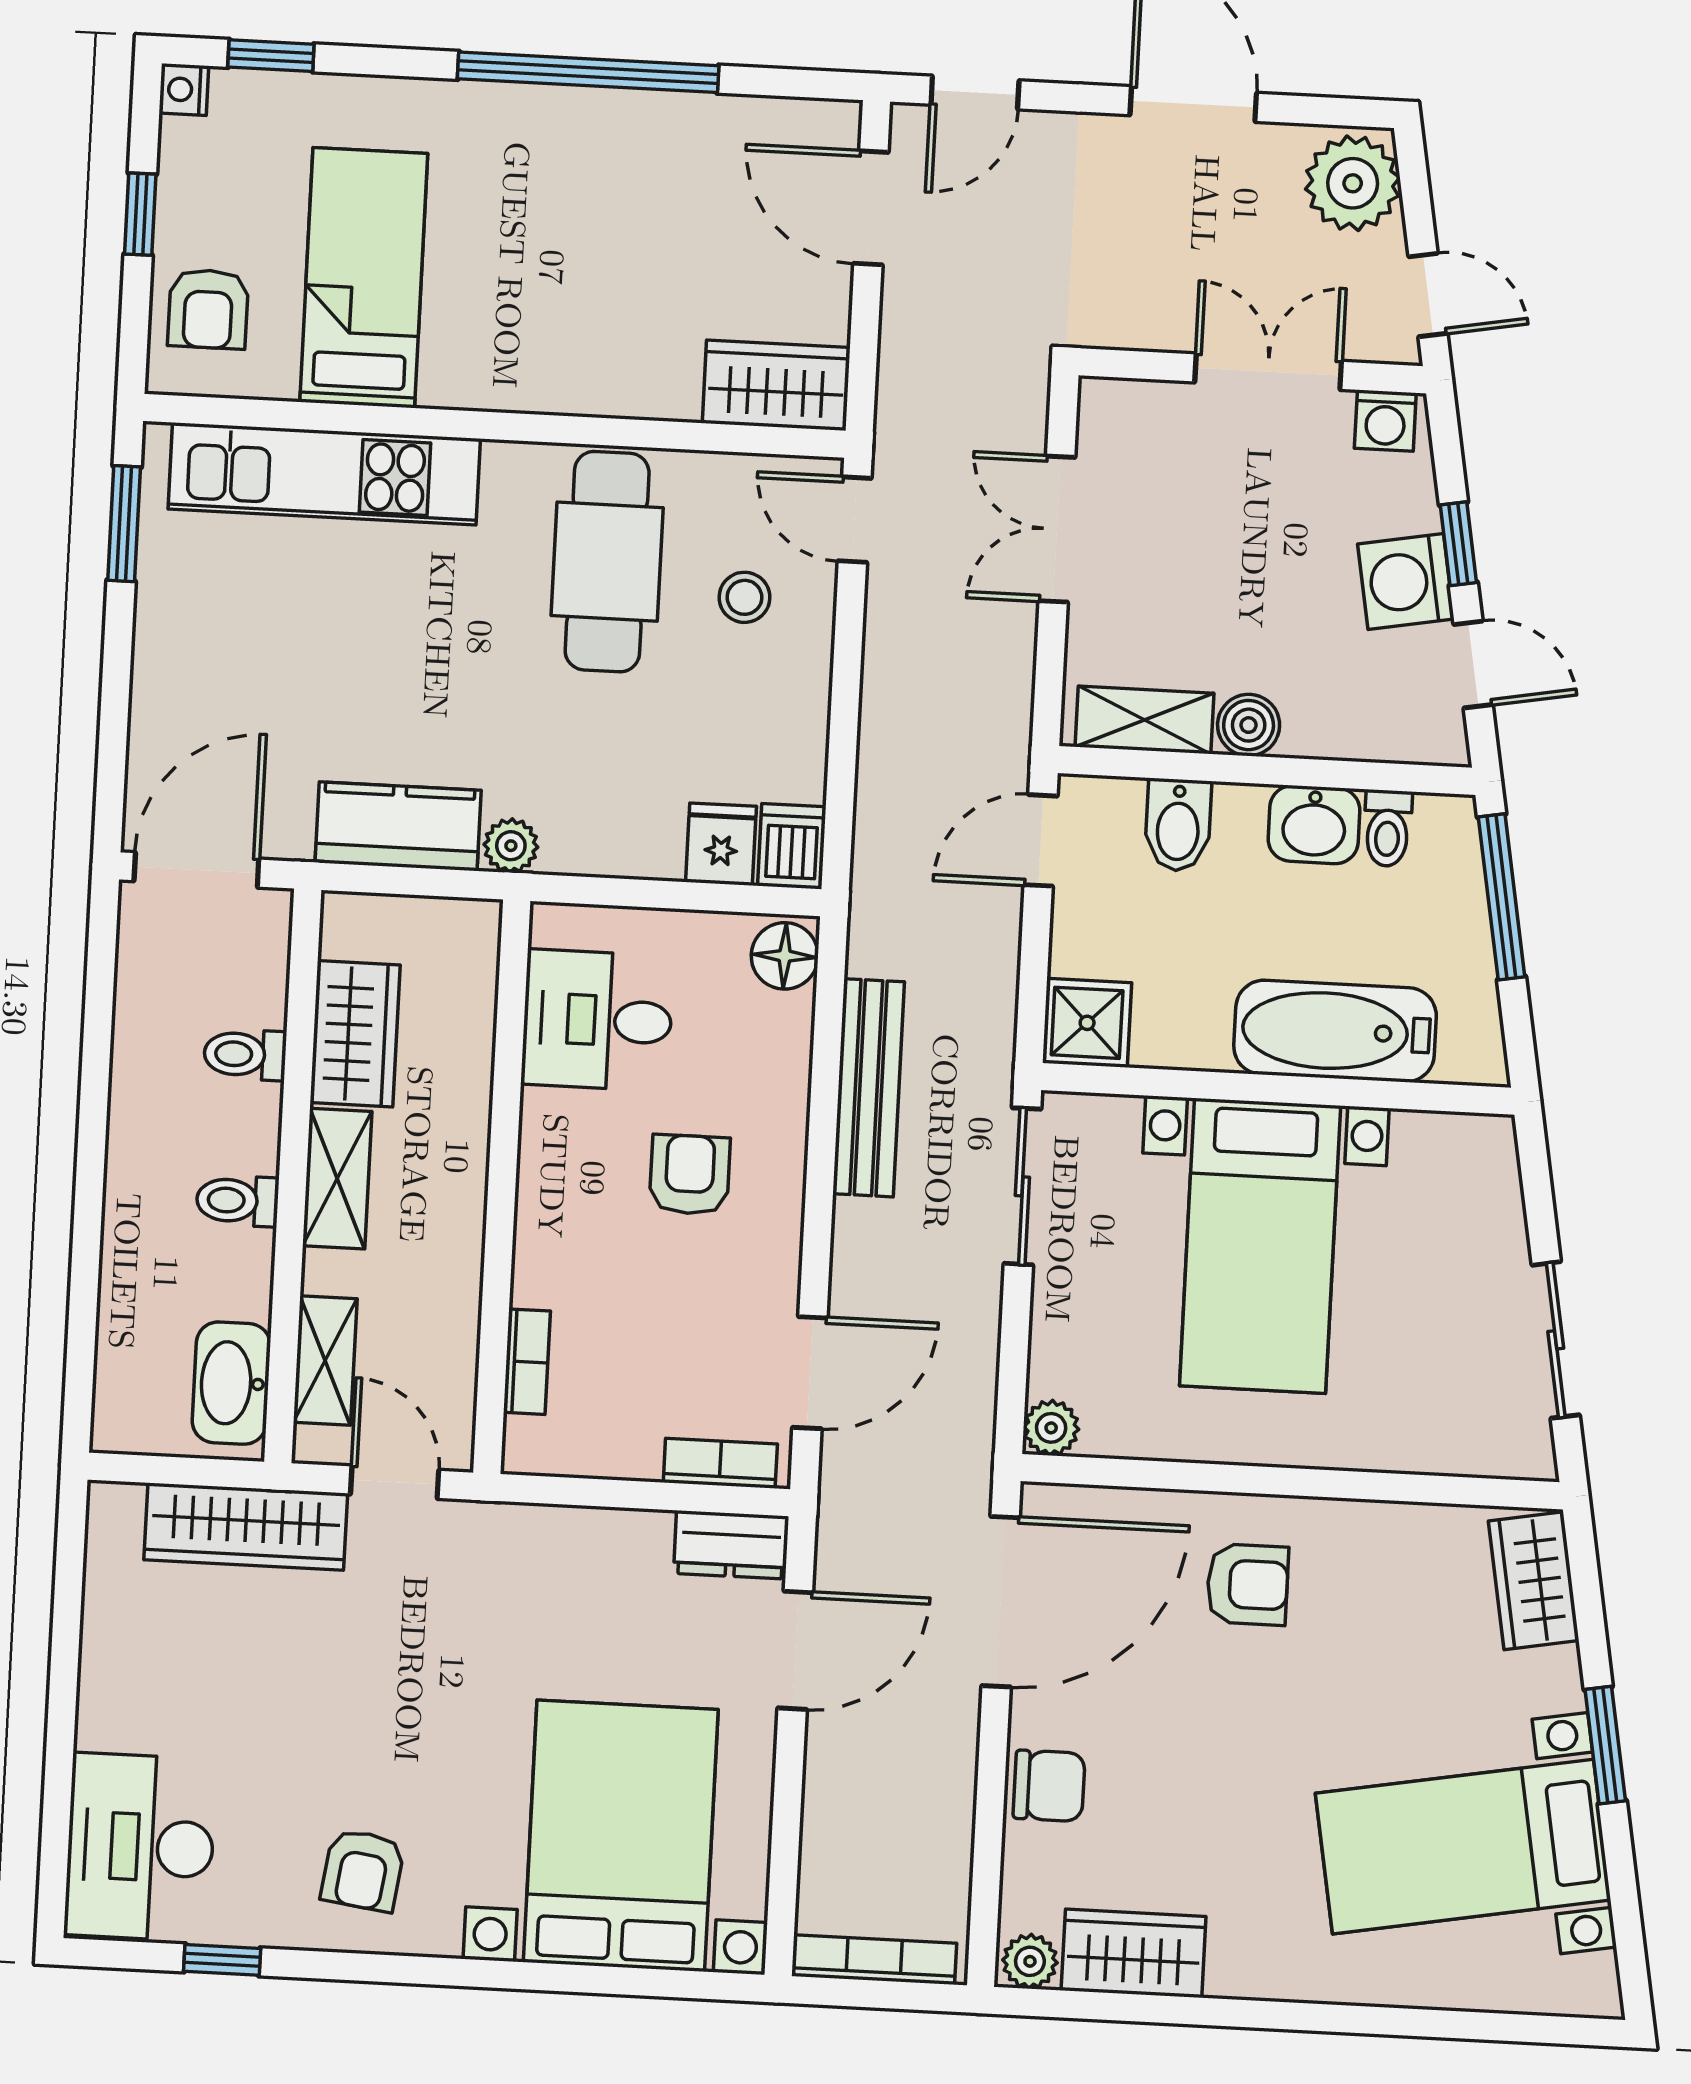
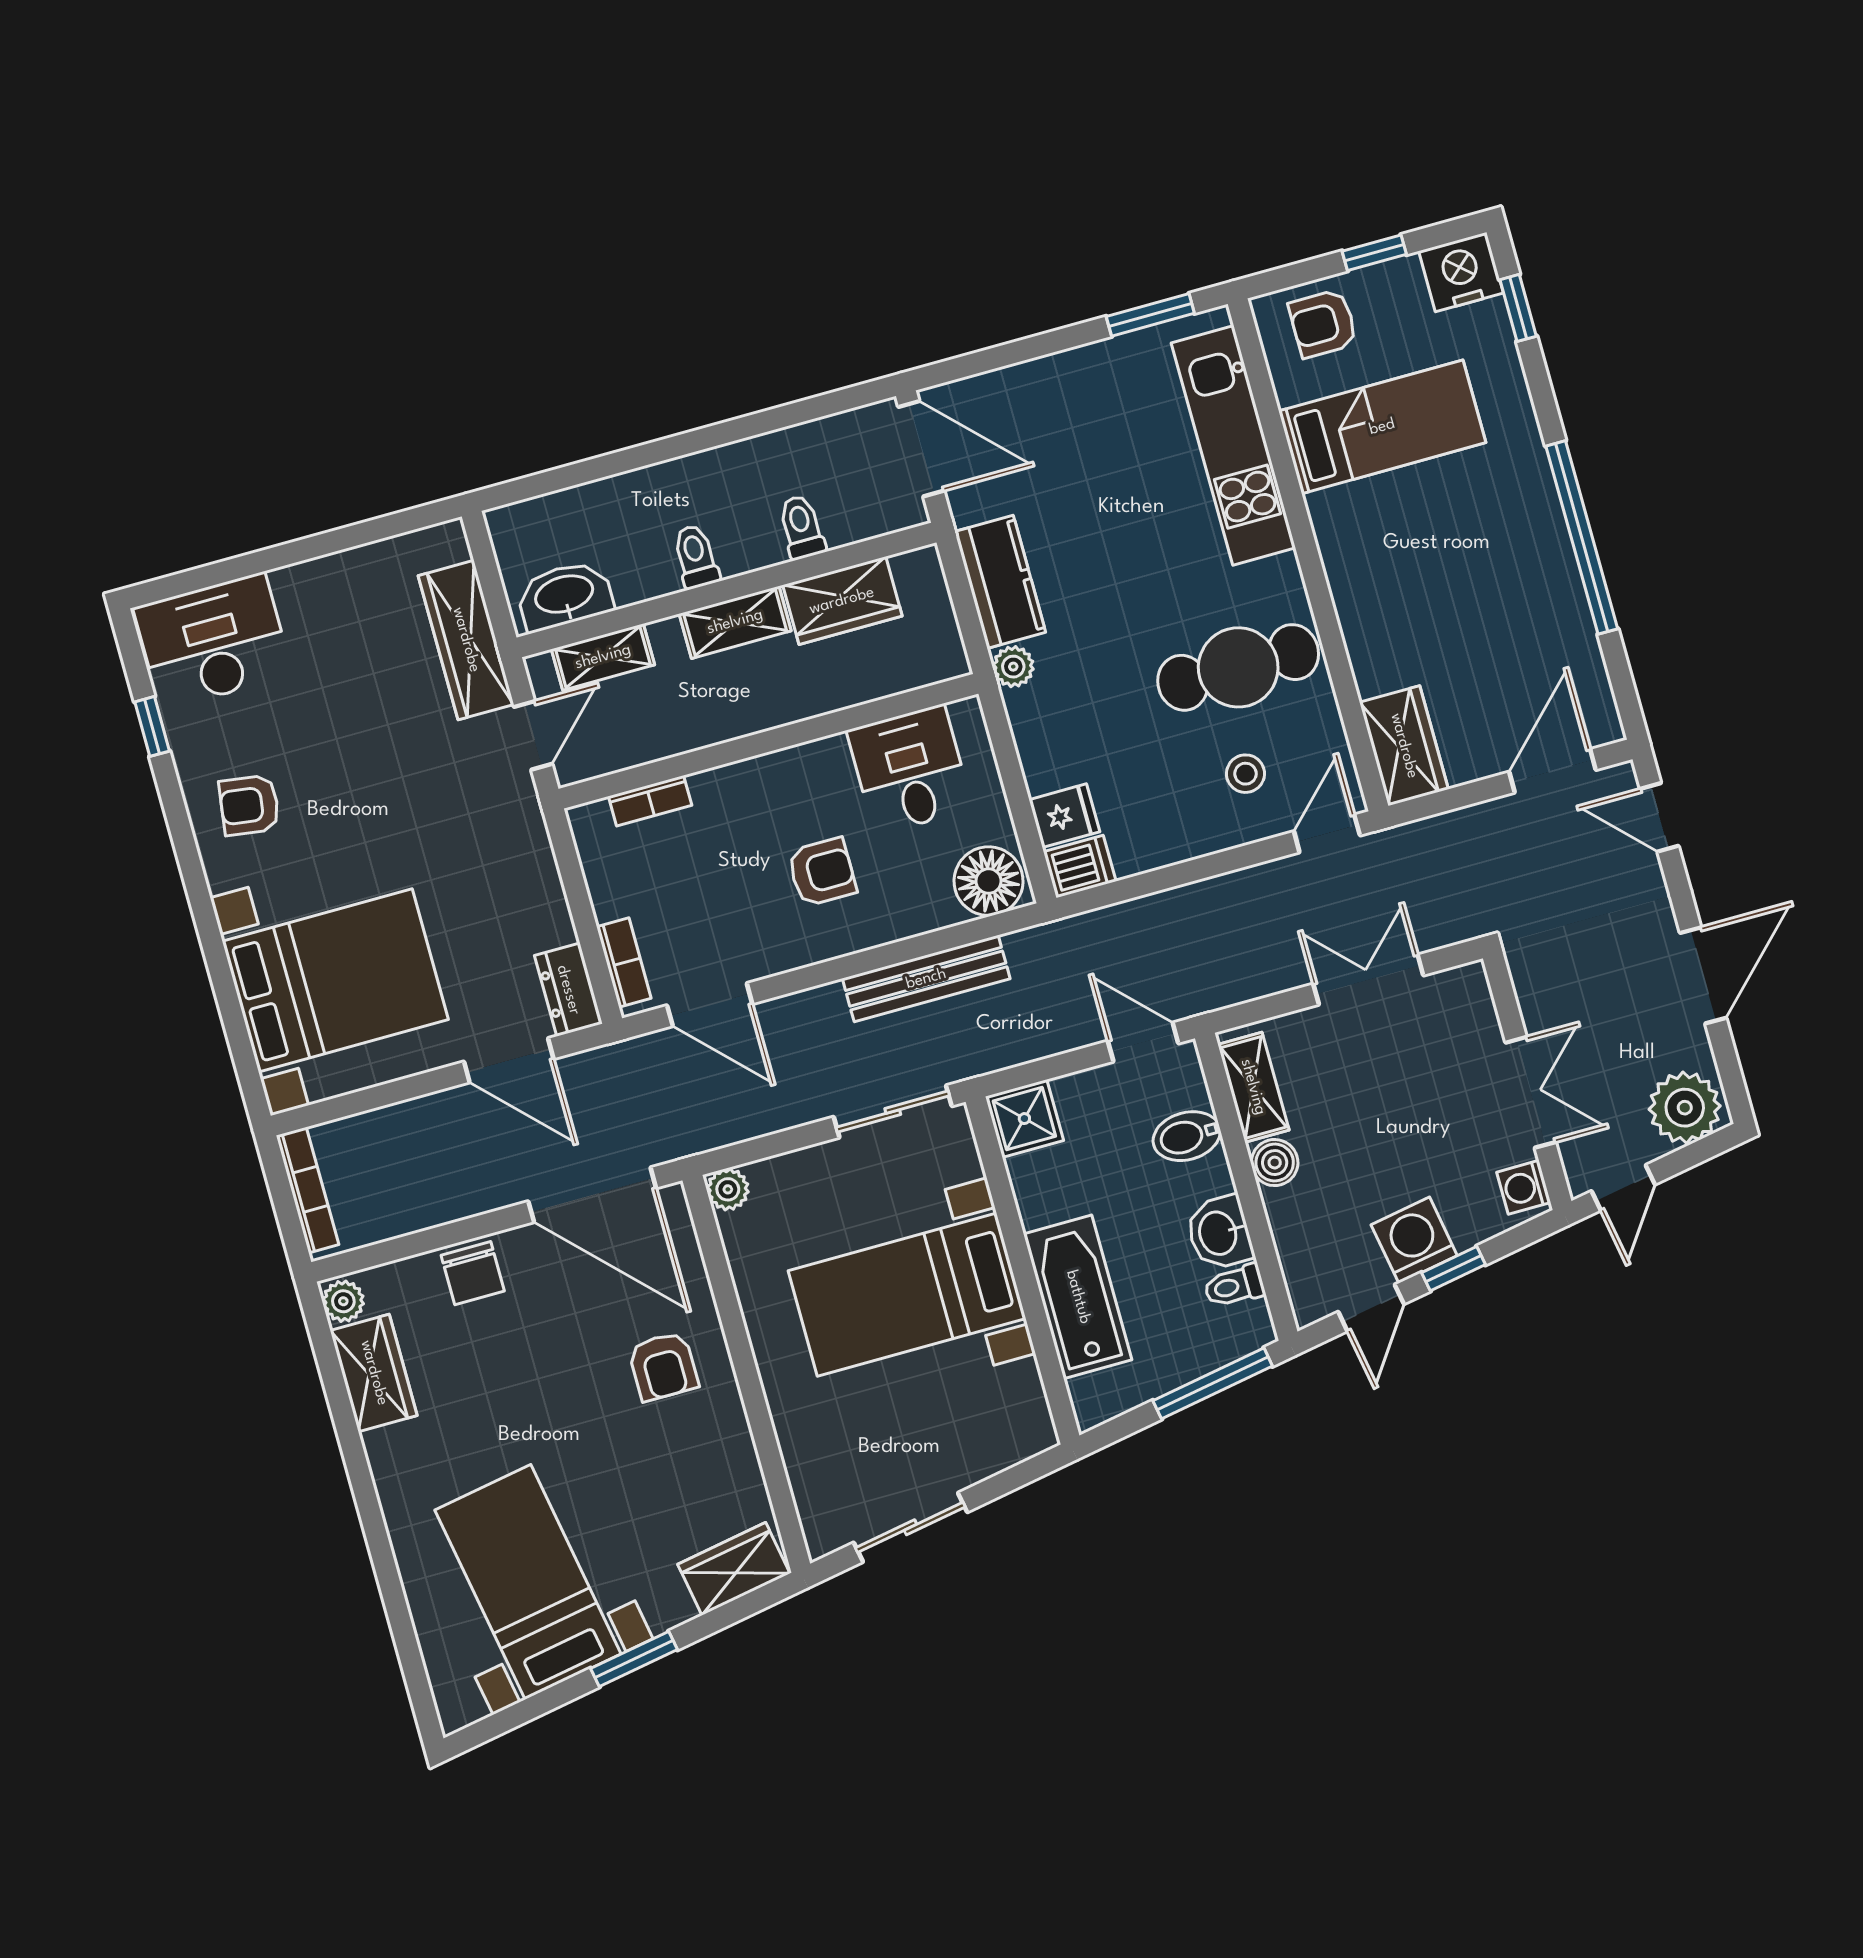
nightstand: (184, 90) -> (1461, 272), width x1.89, depth x1.79
floor lamp: (785, 956) -> (989, 881), width x1.38, depth x1.38

